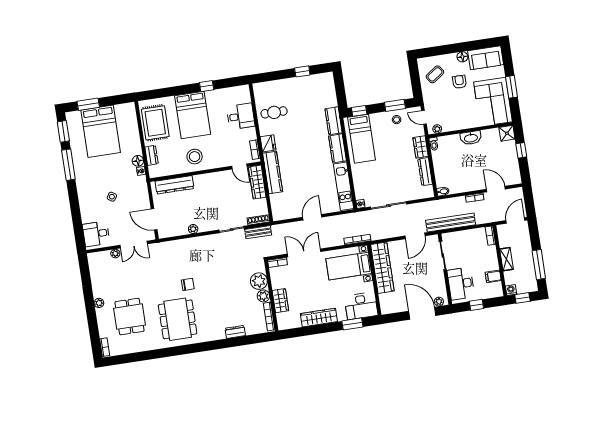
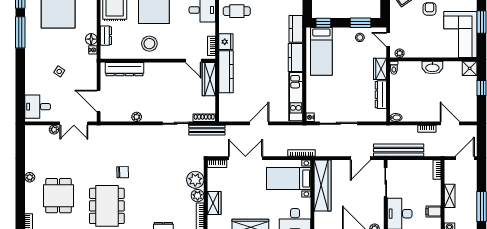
bench: (258, 232) -> (207, 130), width x1.36

